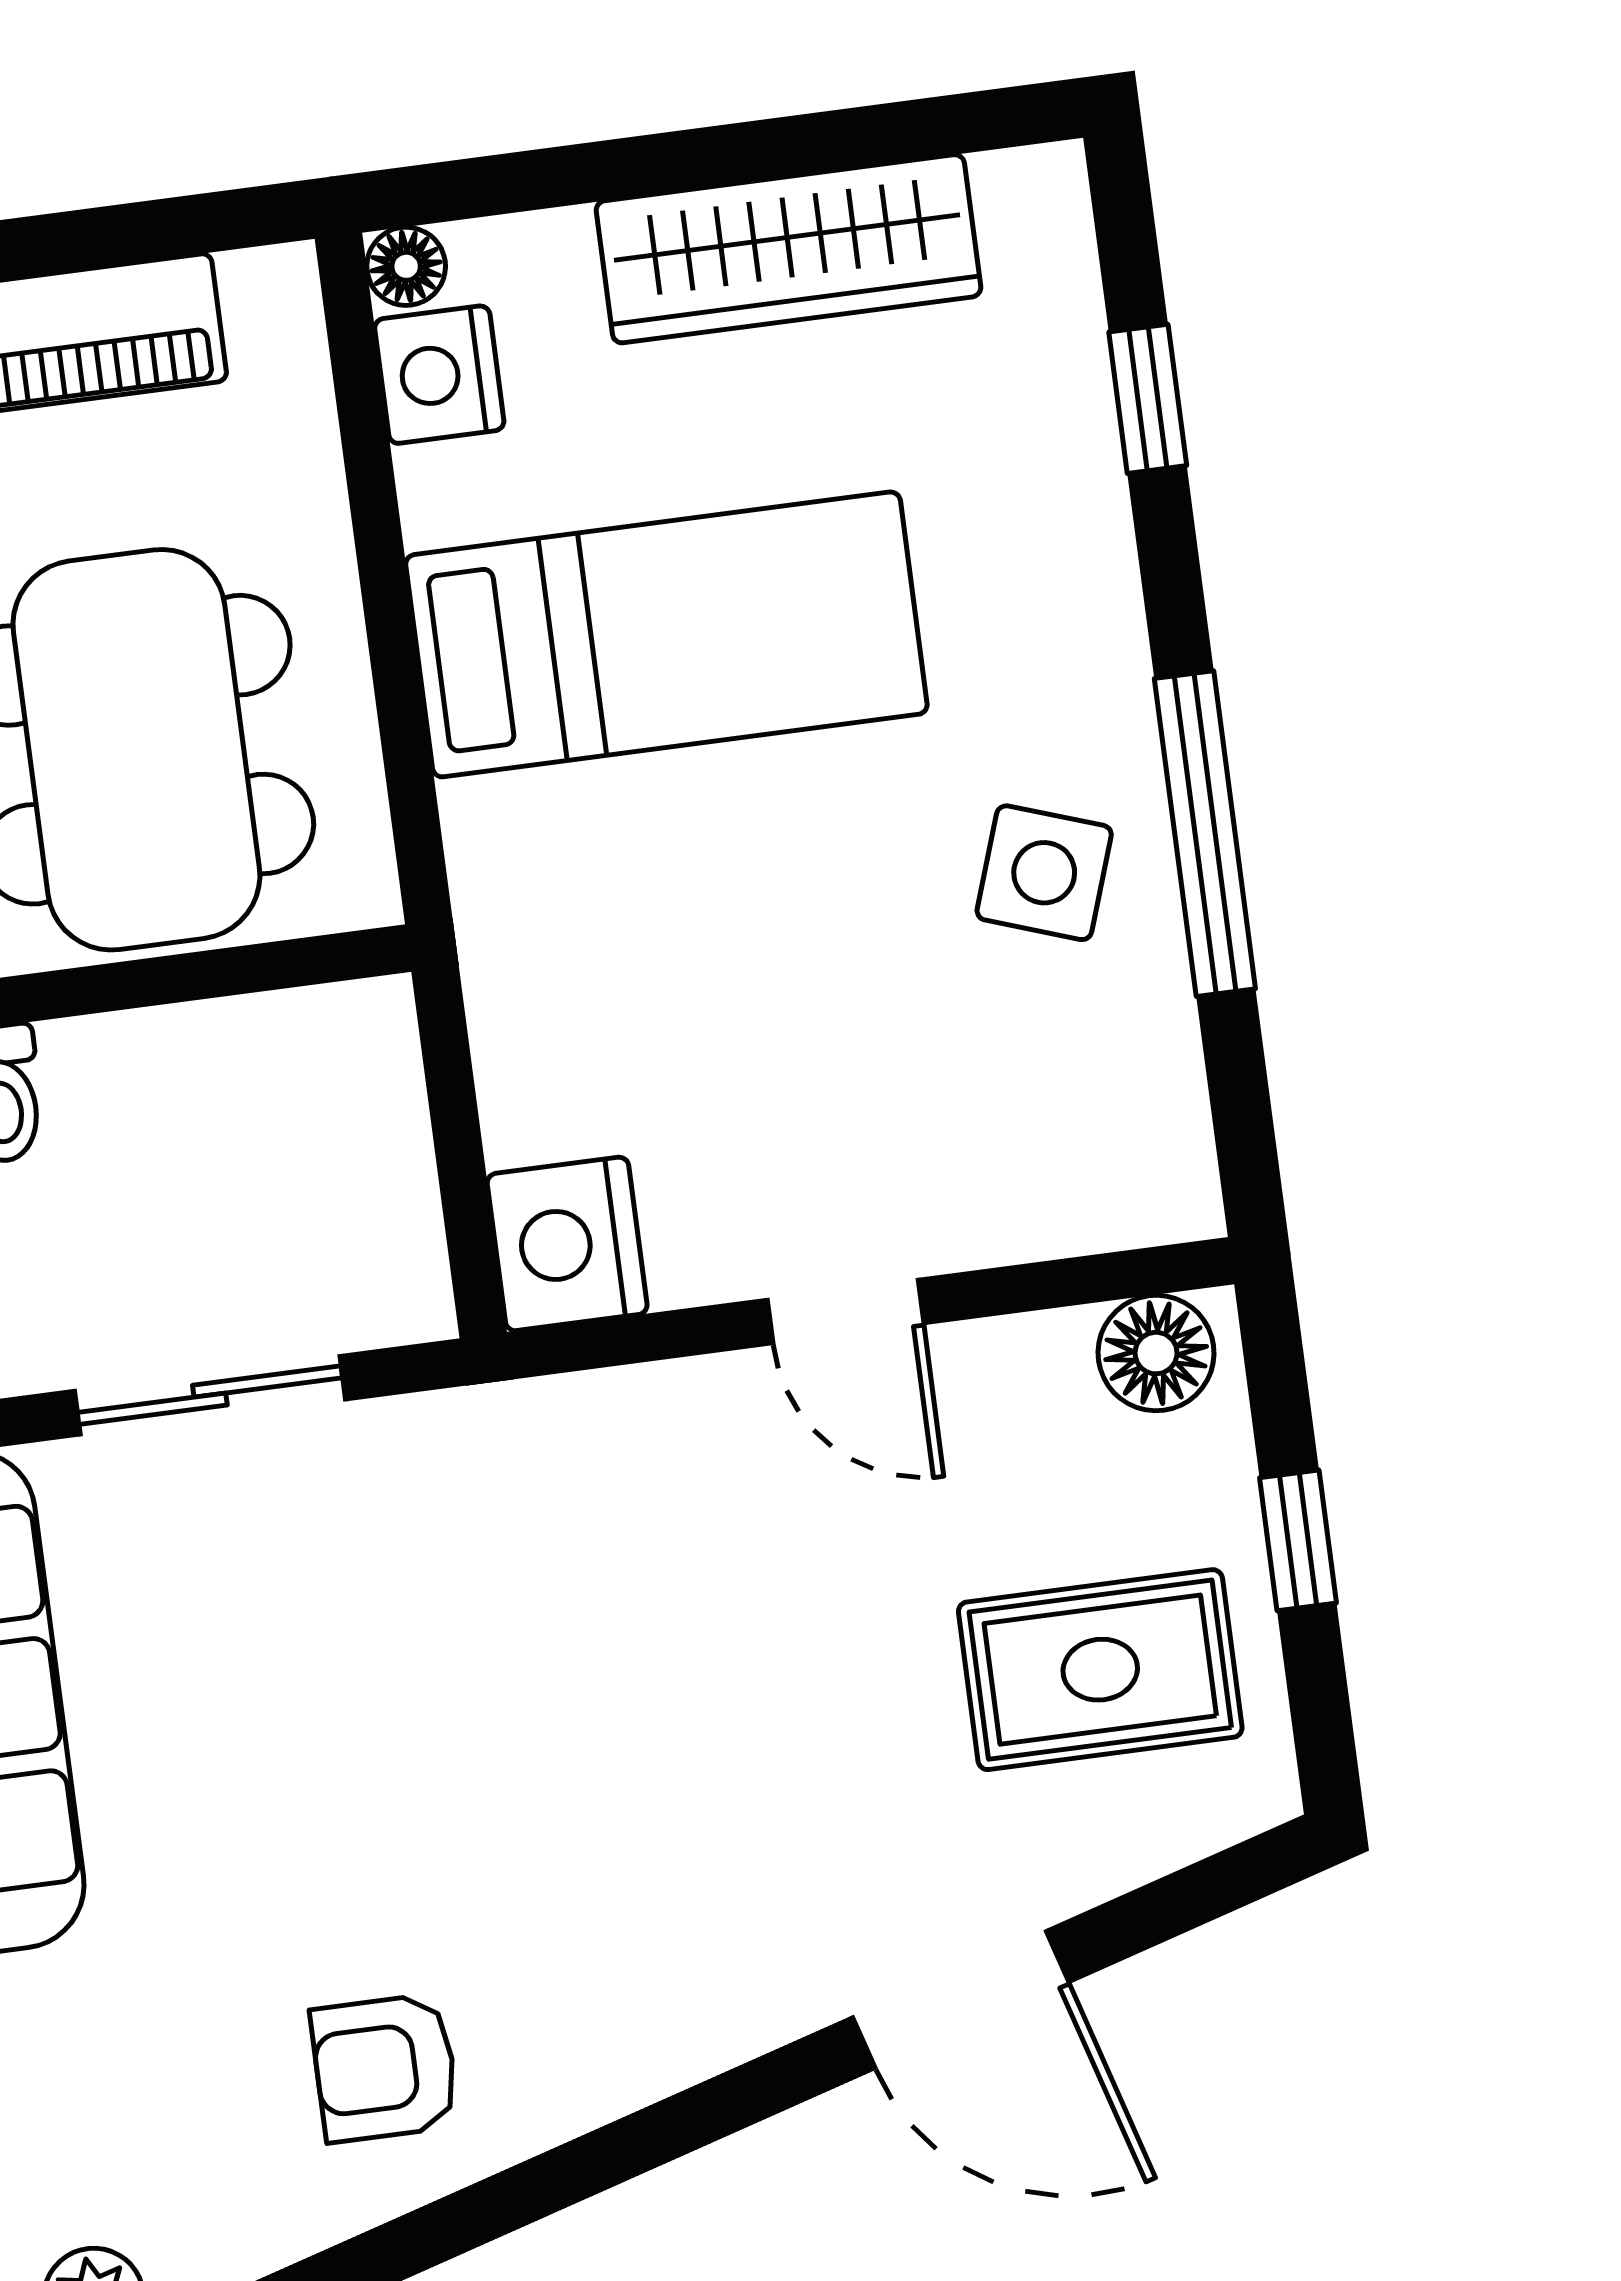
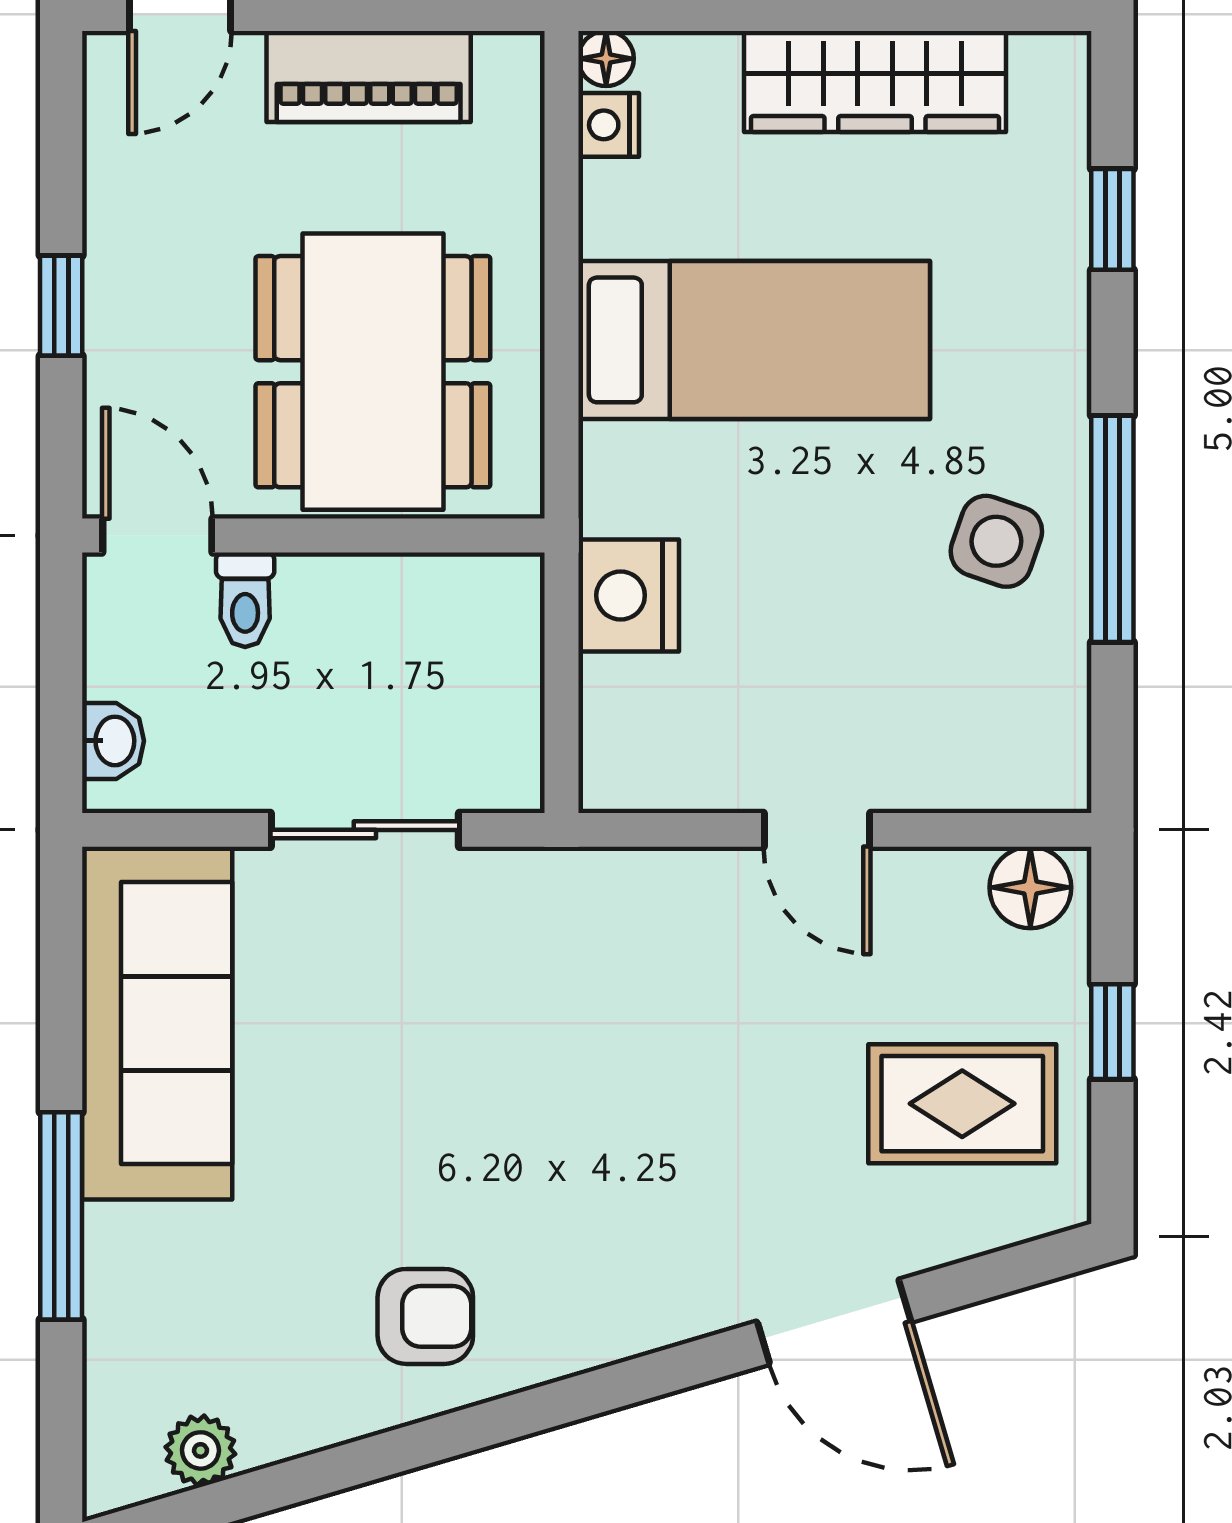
nightstand: (439, 375) -> (609, 125), width x0.72, depth x0.74
nightstand: (567, 1244) -> (629, 595), moved
armchair: (385, 2068) -> (425, 1316), turned 180

